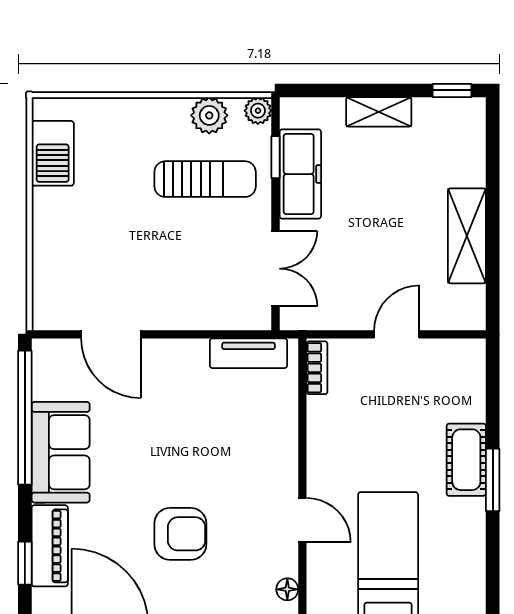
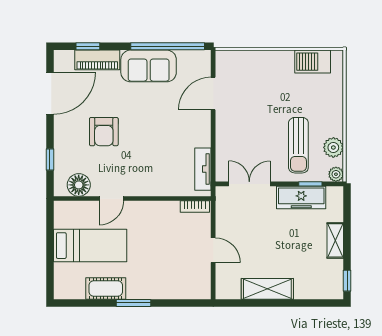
double door: (275, 269) -> (249, 184), swing flipped
cot: (466, 460) -> (106, 288), moved
floor lamp: (287, 589) -> (79, 185), width x1.89, depth x1.89

